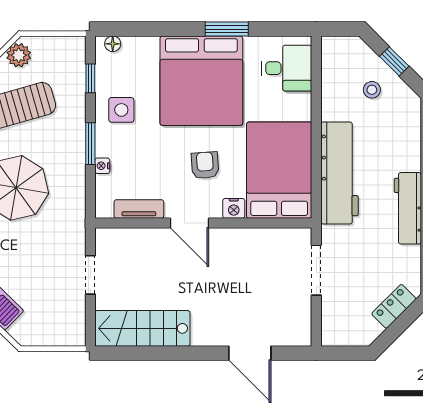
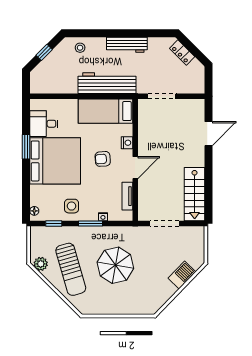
desk: (287, 68) -> (44, 124), moved, turned -90
stool: (372, 90) -> (80, 48), moved
bed: (279, 170) -> (105, 111), width x0.67
doorway: (90, 275) -> (164, 223), width x1.38

